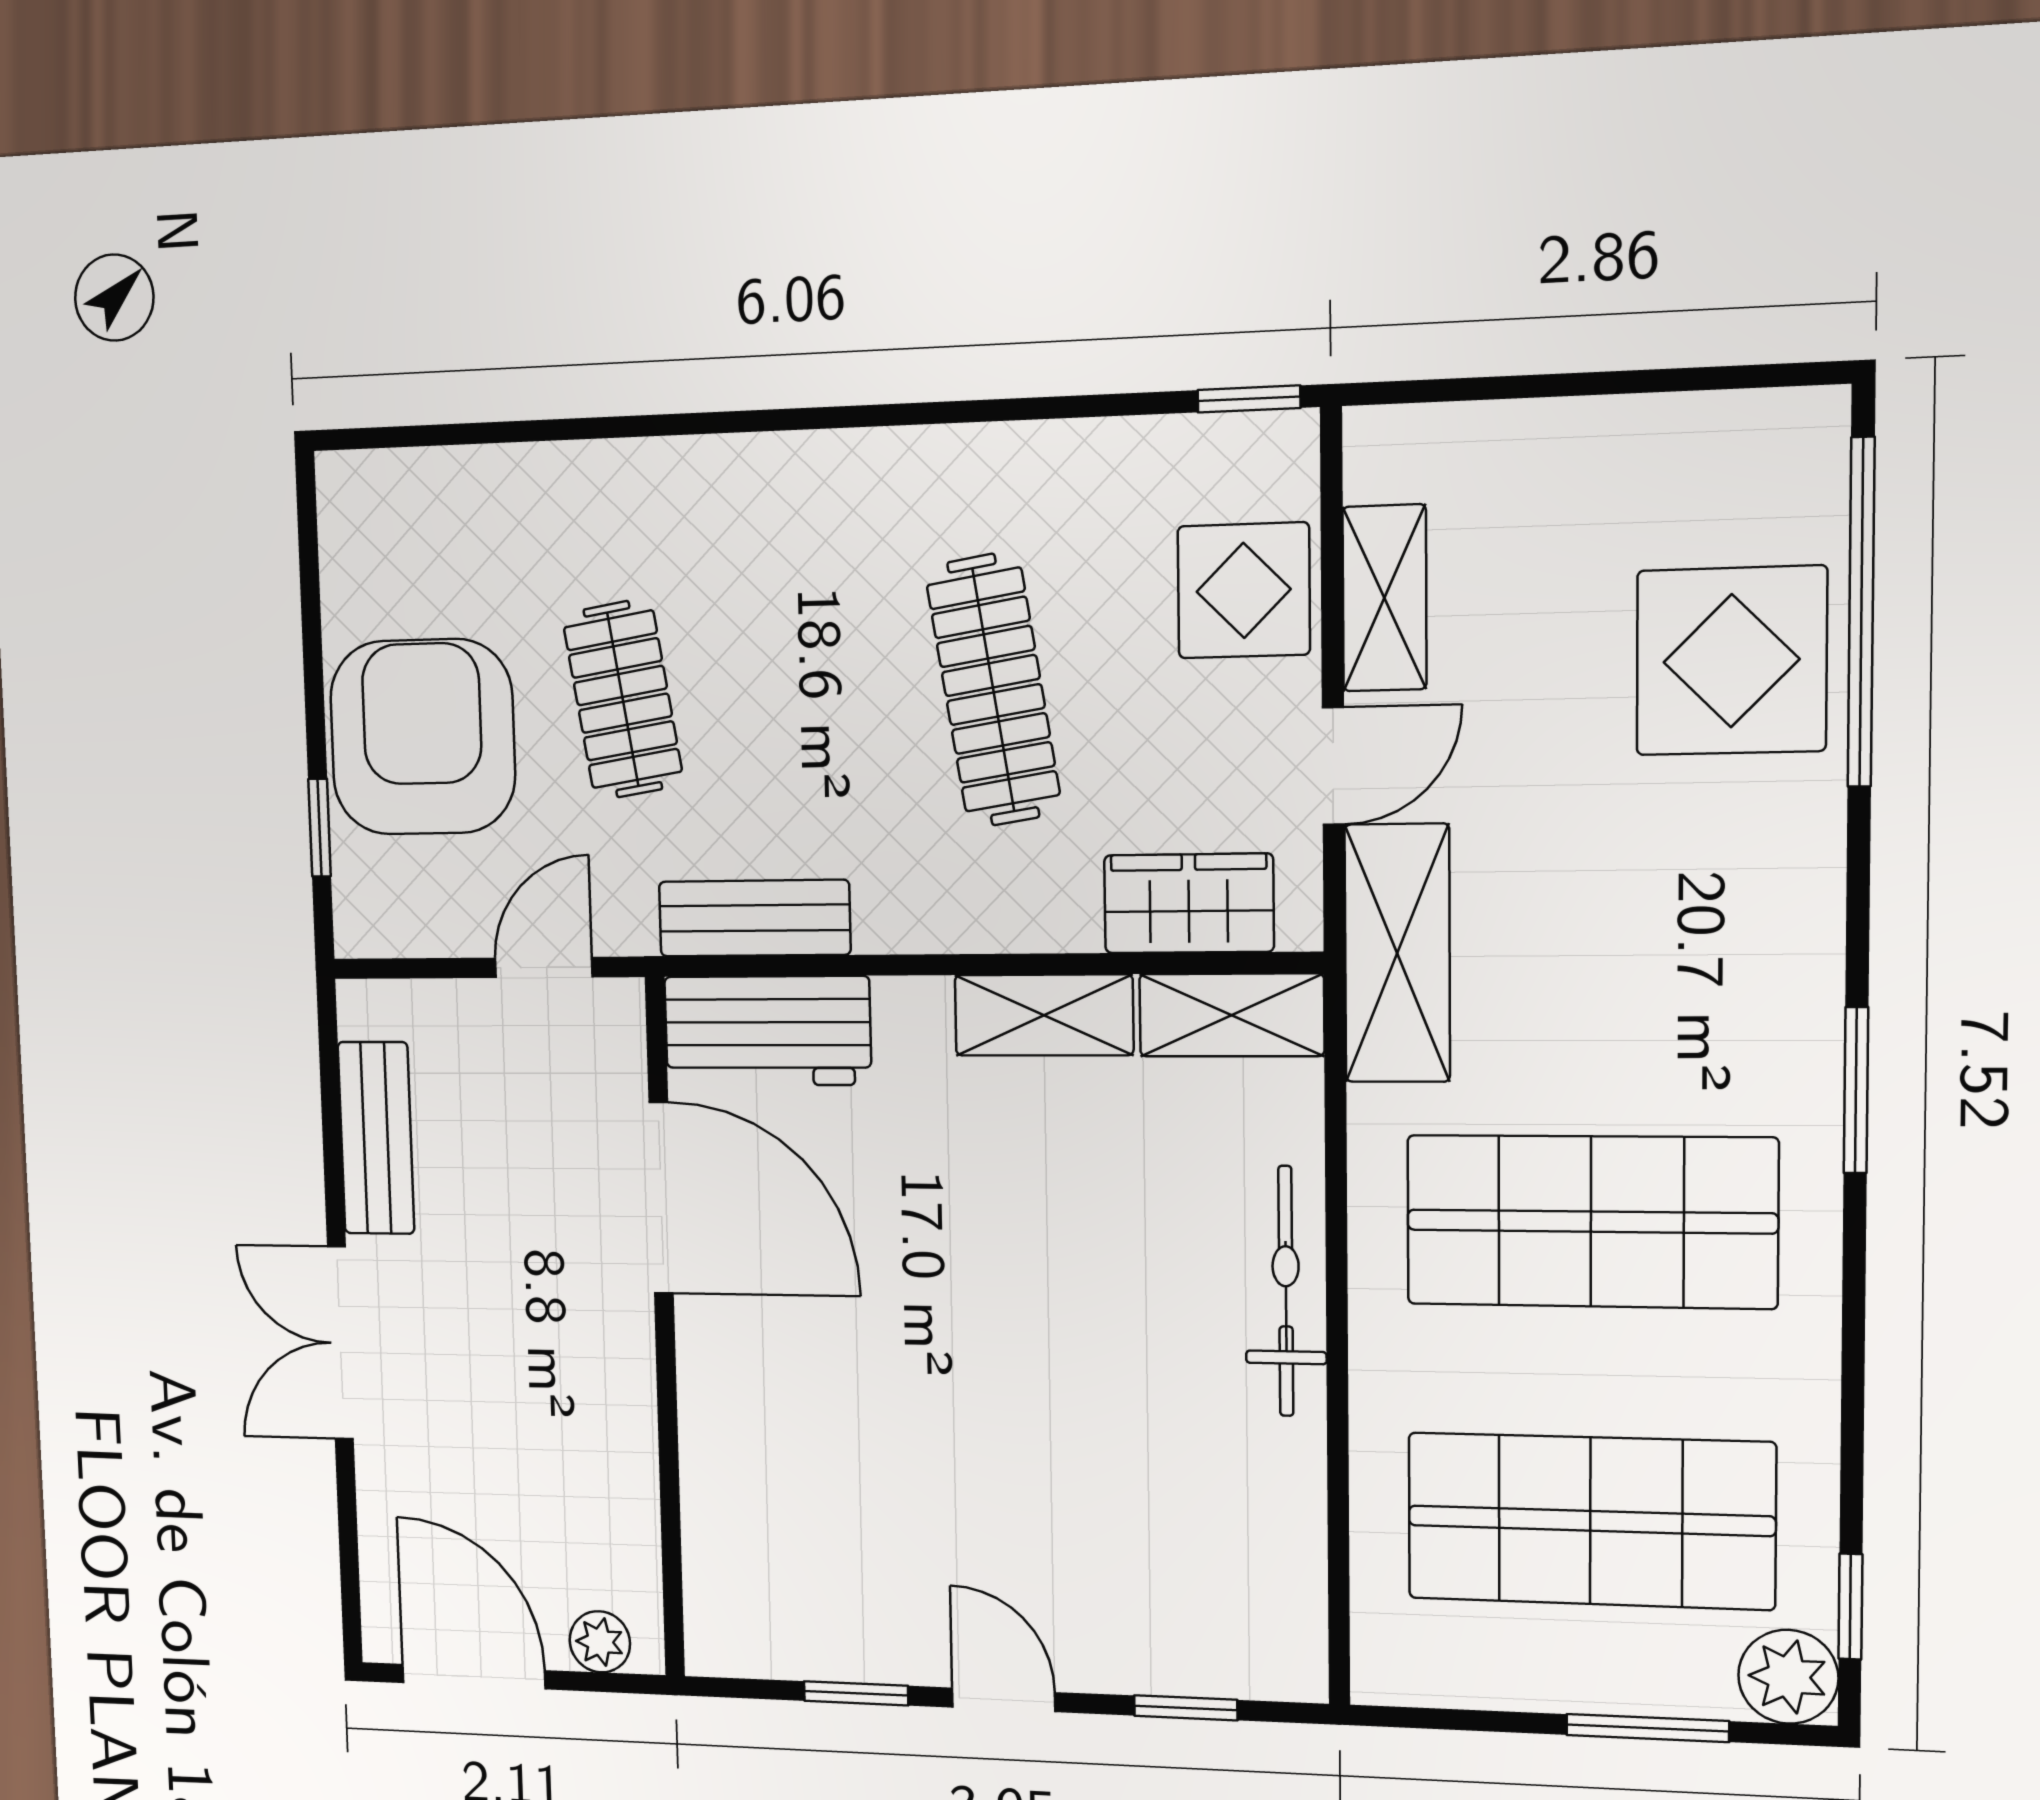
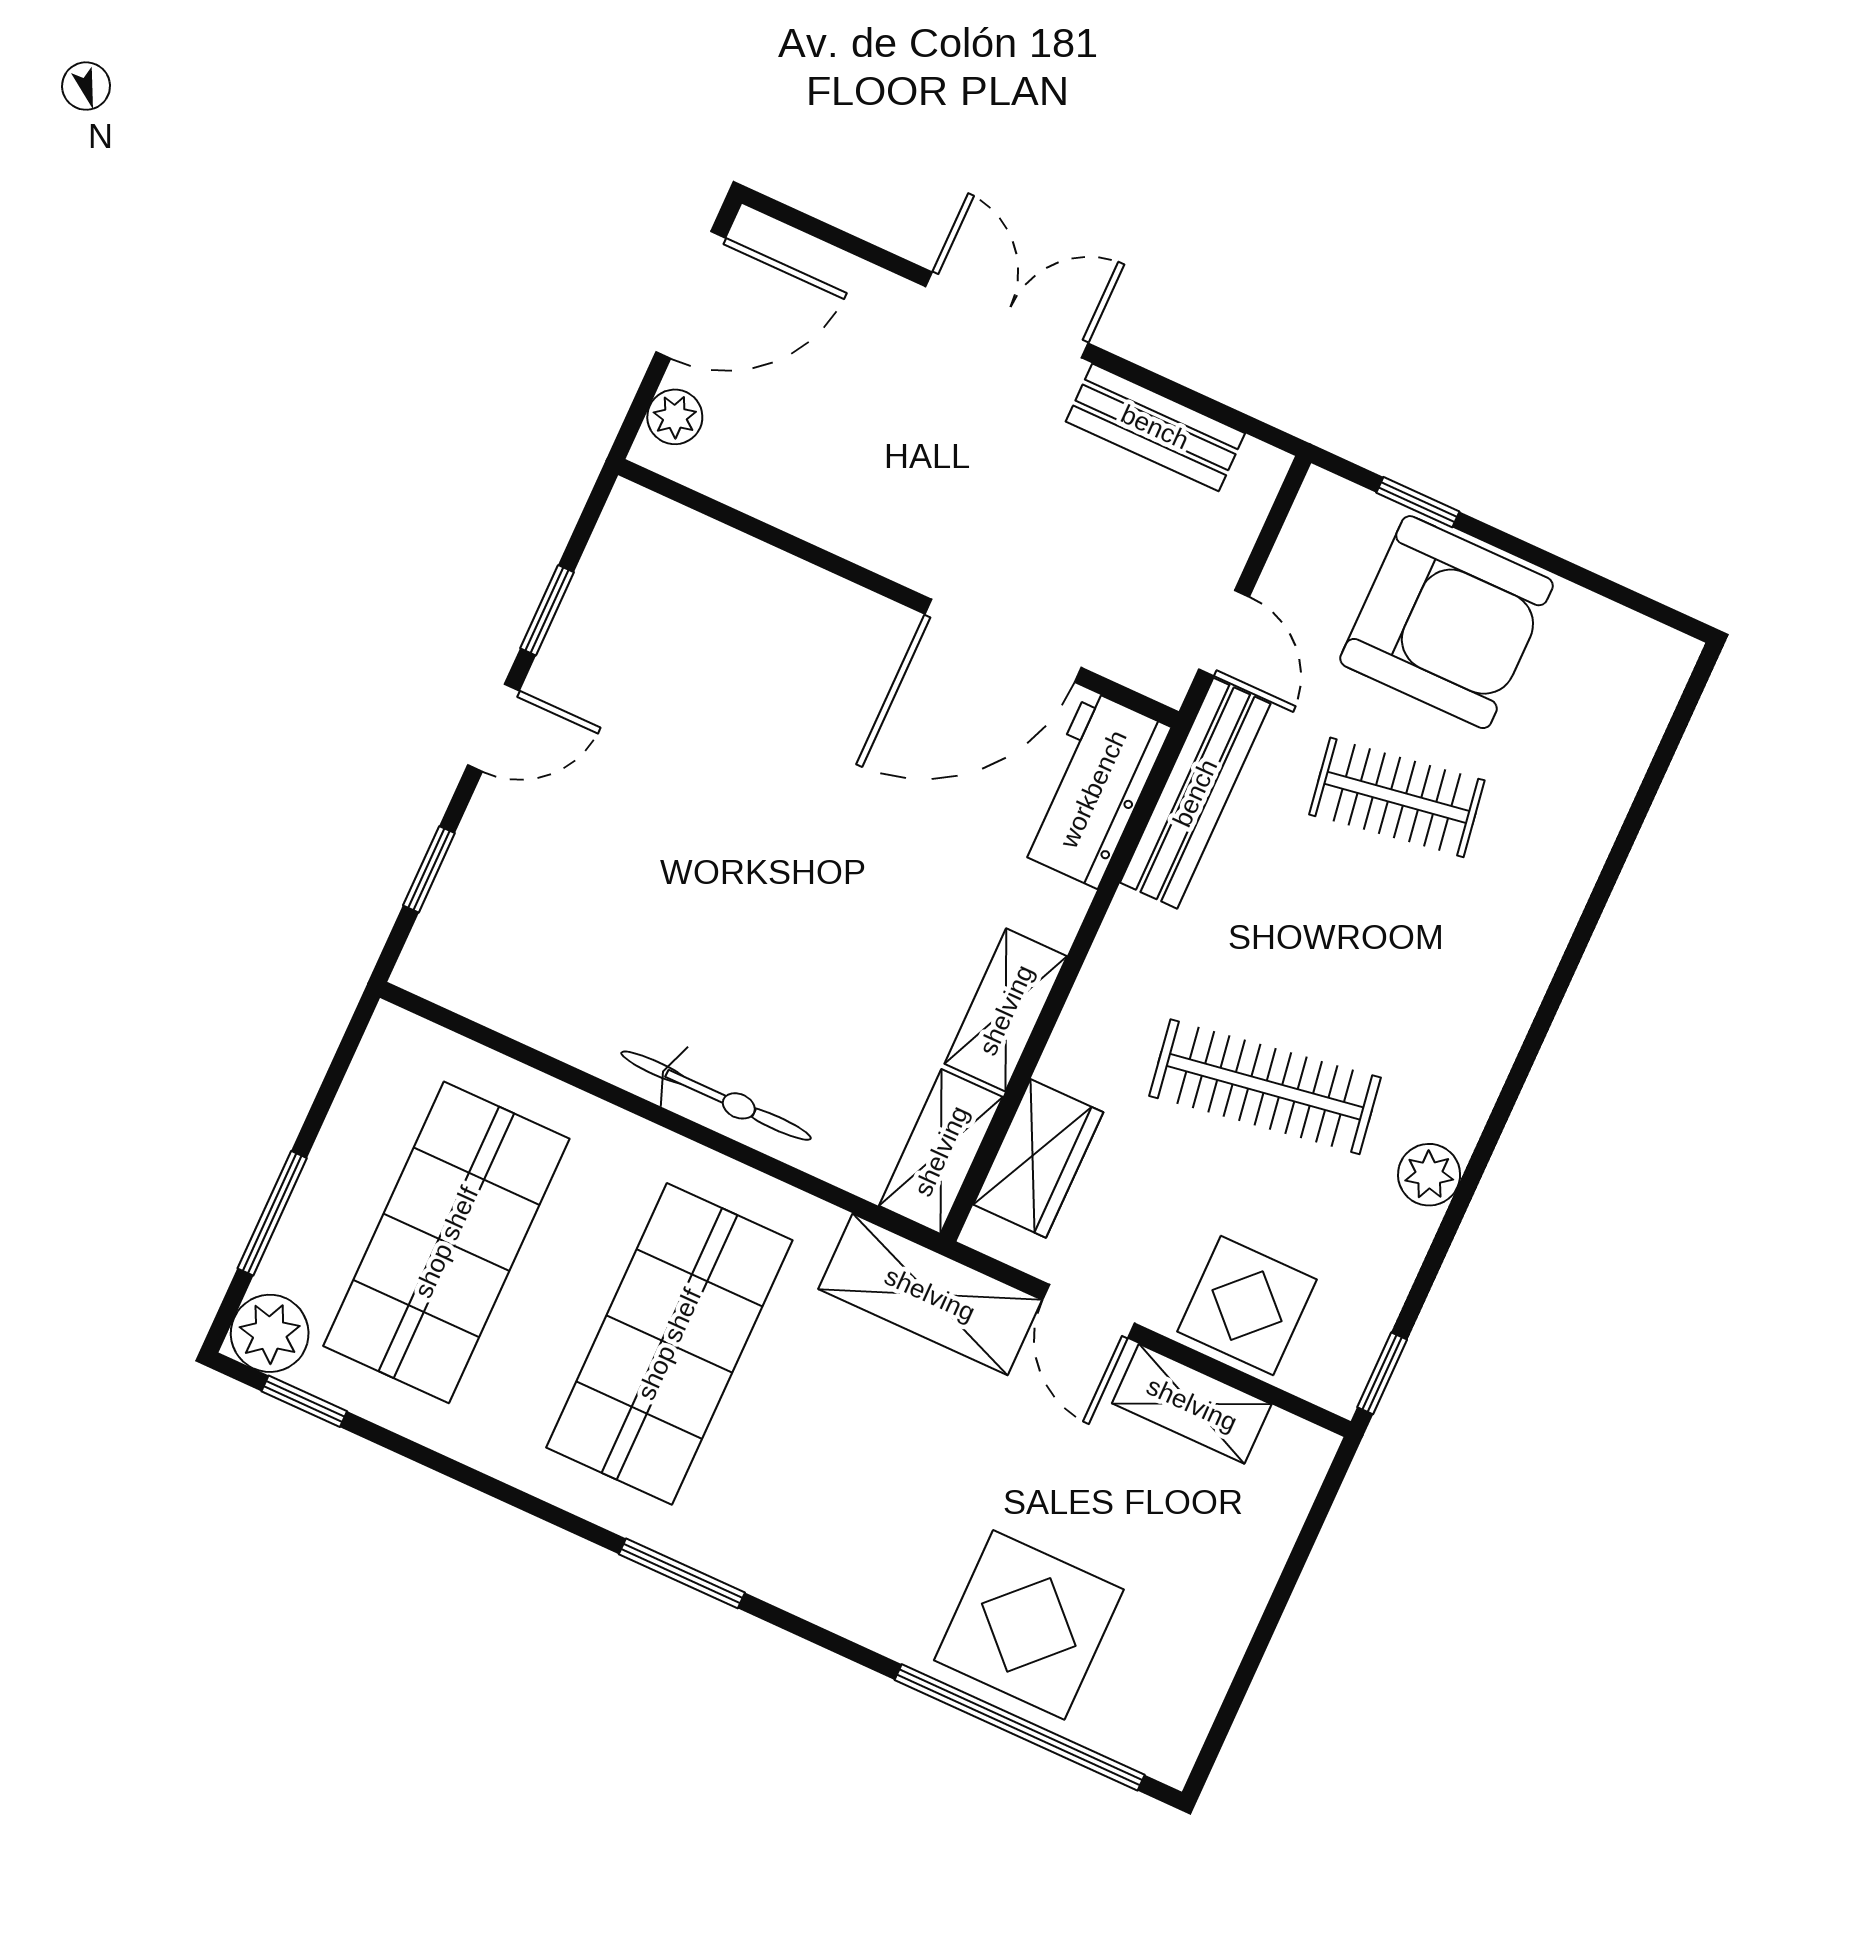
plant: (1004, 459) -> (1429, 1175), added
bench: (754, 918) -> (1195, 793), width x1.36

